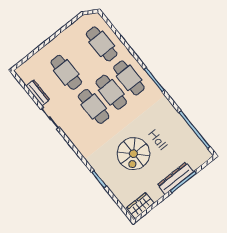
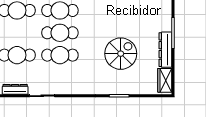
spiral stairs: (133, 154) -> (121, 54), turned -90
dresser: (175, 178) -> (165, 50), moved

